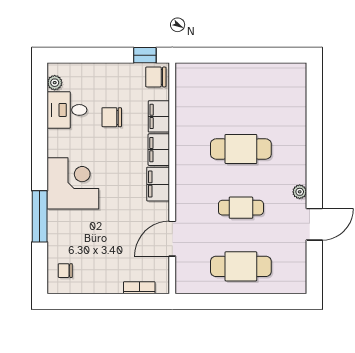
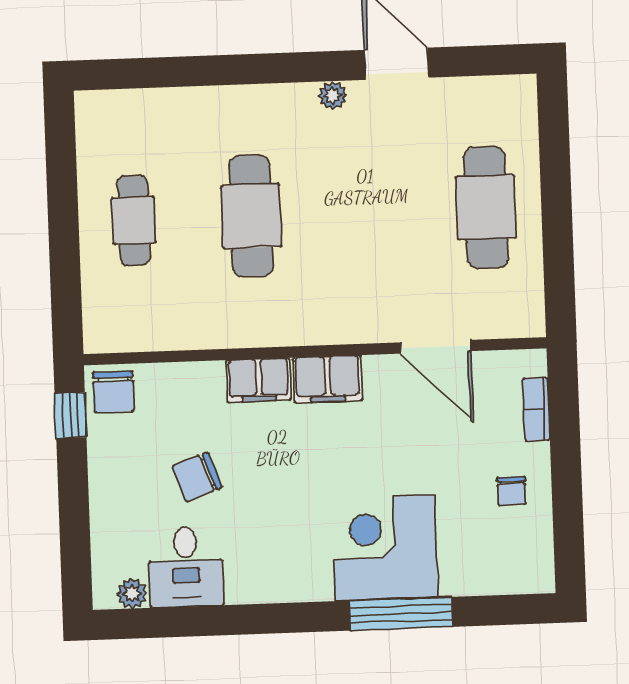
filing cabinet: (159, 116) -> (192, 382), removed
chair: (112, 117) -> (197, 477), turned 70
corner desk: (73, 183) -> (385, 548), moved
cafe table: (241, 208) -> (134, 220), moved
chair: (65, 271) -> (512, 491), moved

